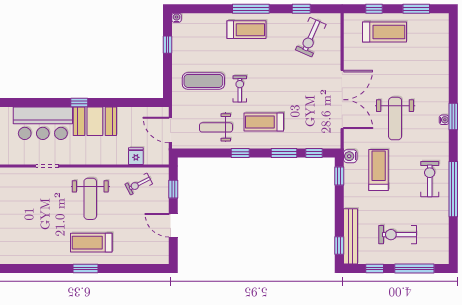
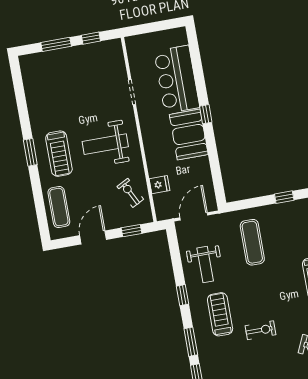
exercise bike: (240, 89) -> (260, 330), moved
weight bench: (216, 127) -> (205, 264), turned 180
treadmill: (91, 243) -> (59, 154), turned 180
exercise mat: (140, 251) -> (59, 207), added

